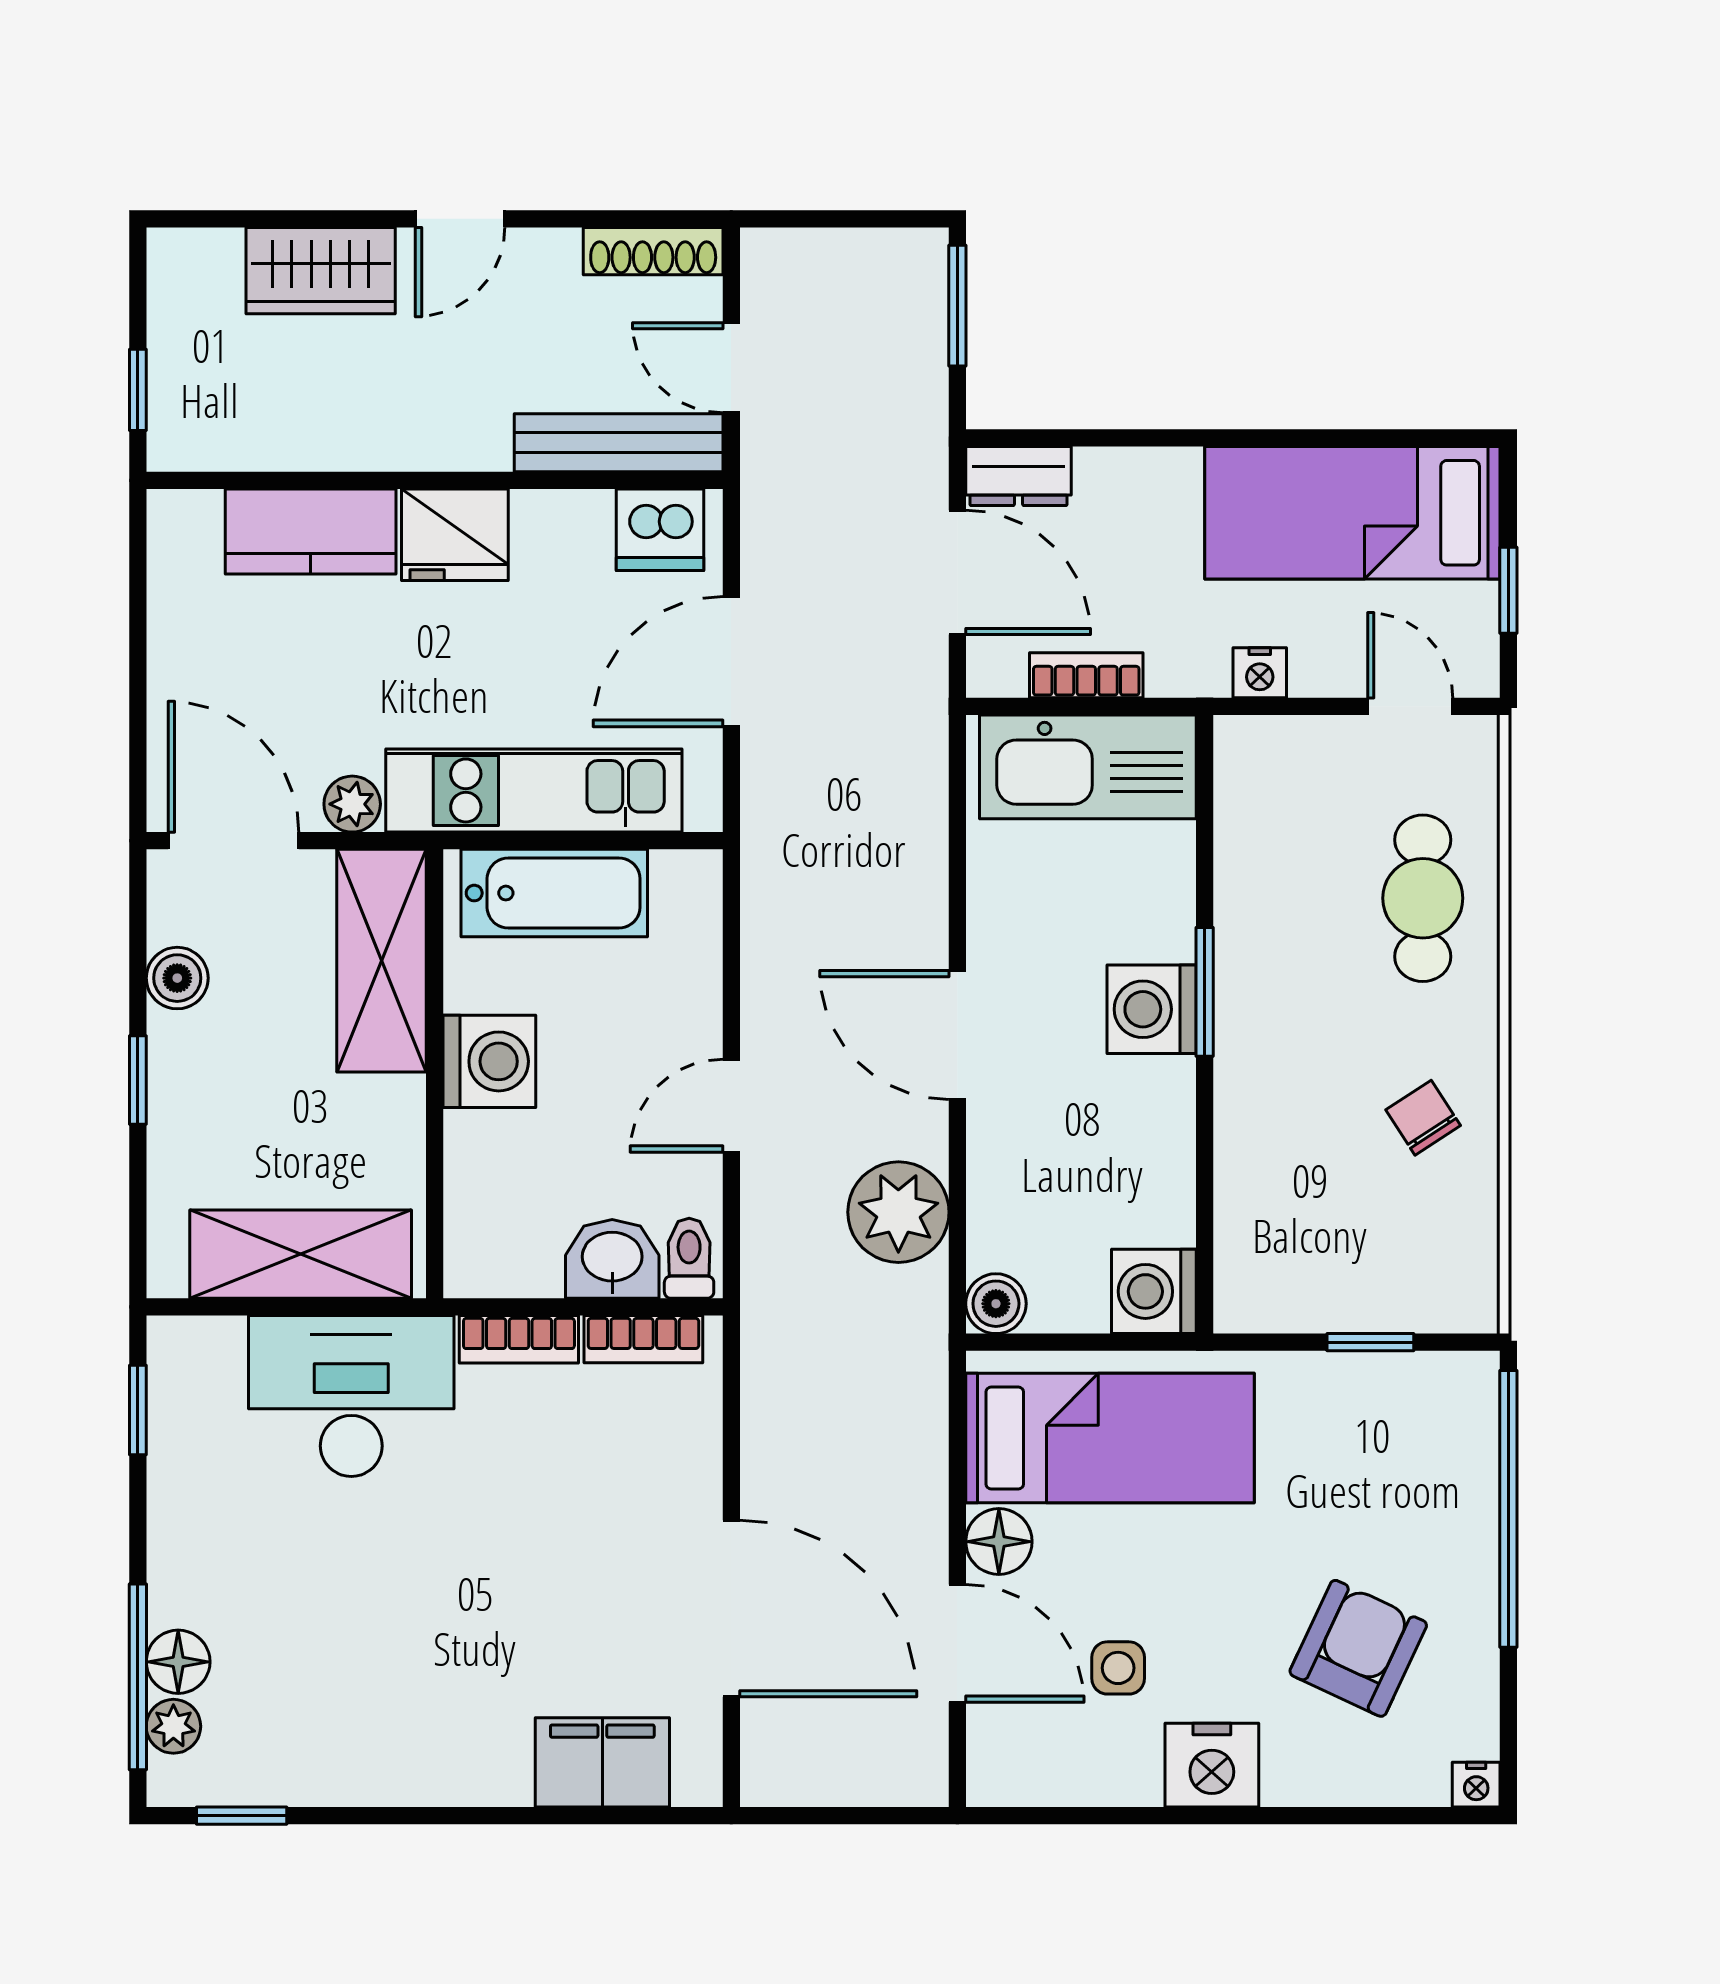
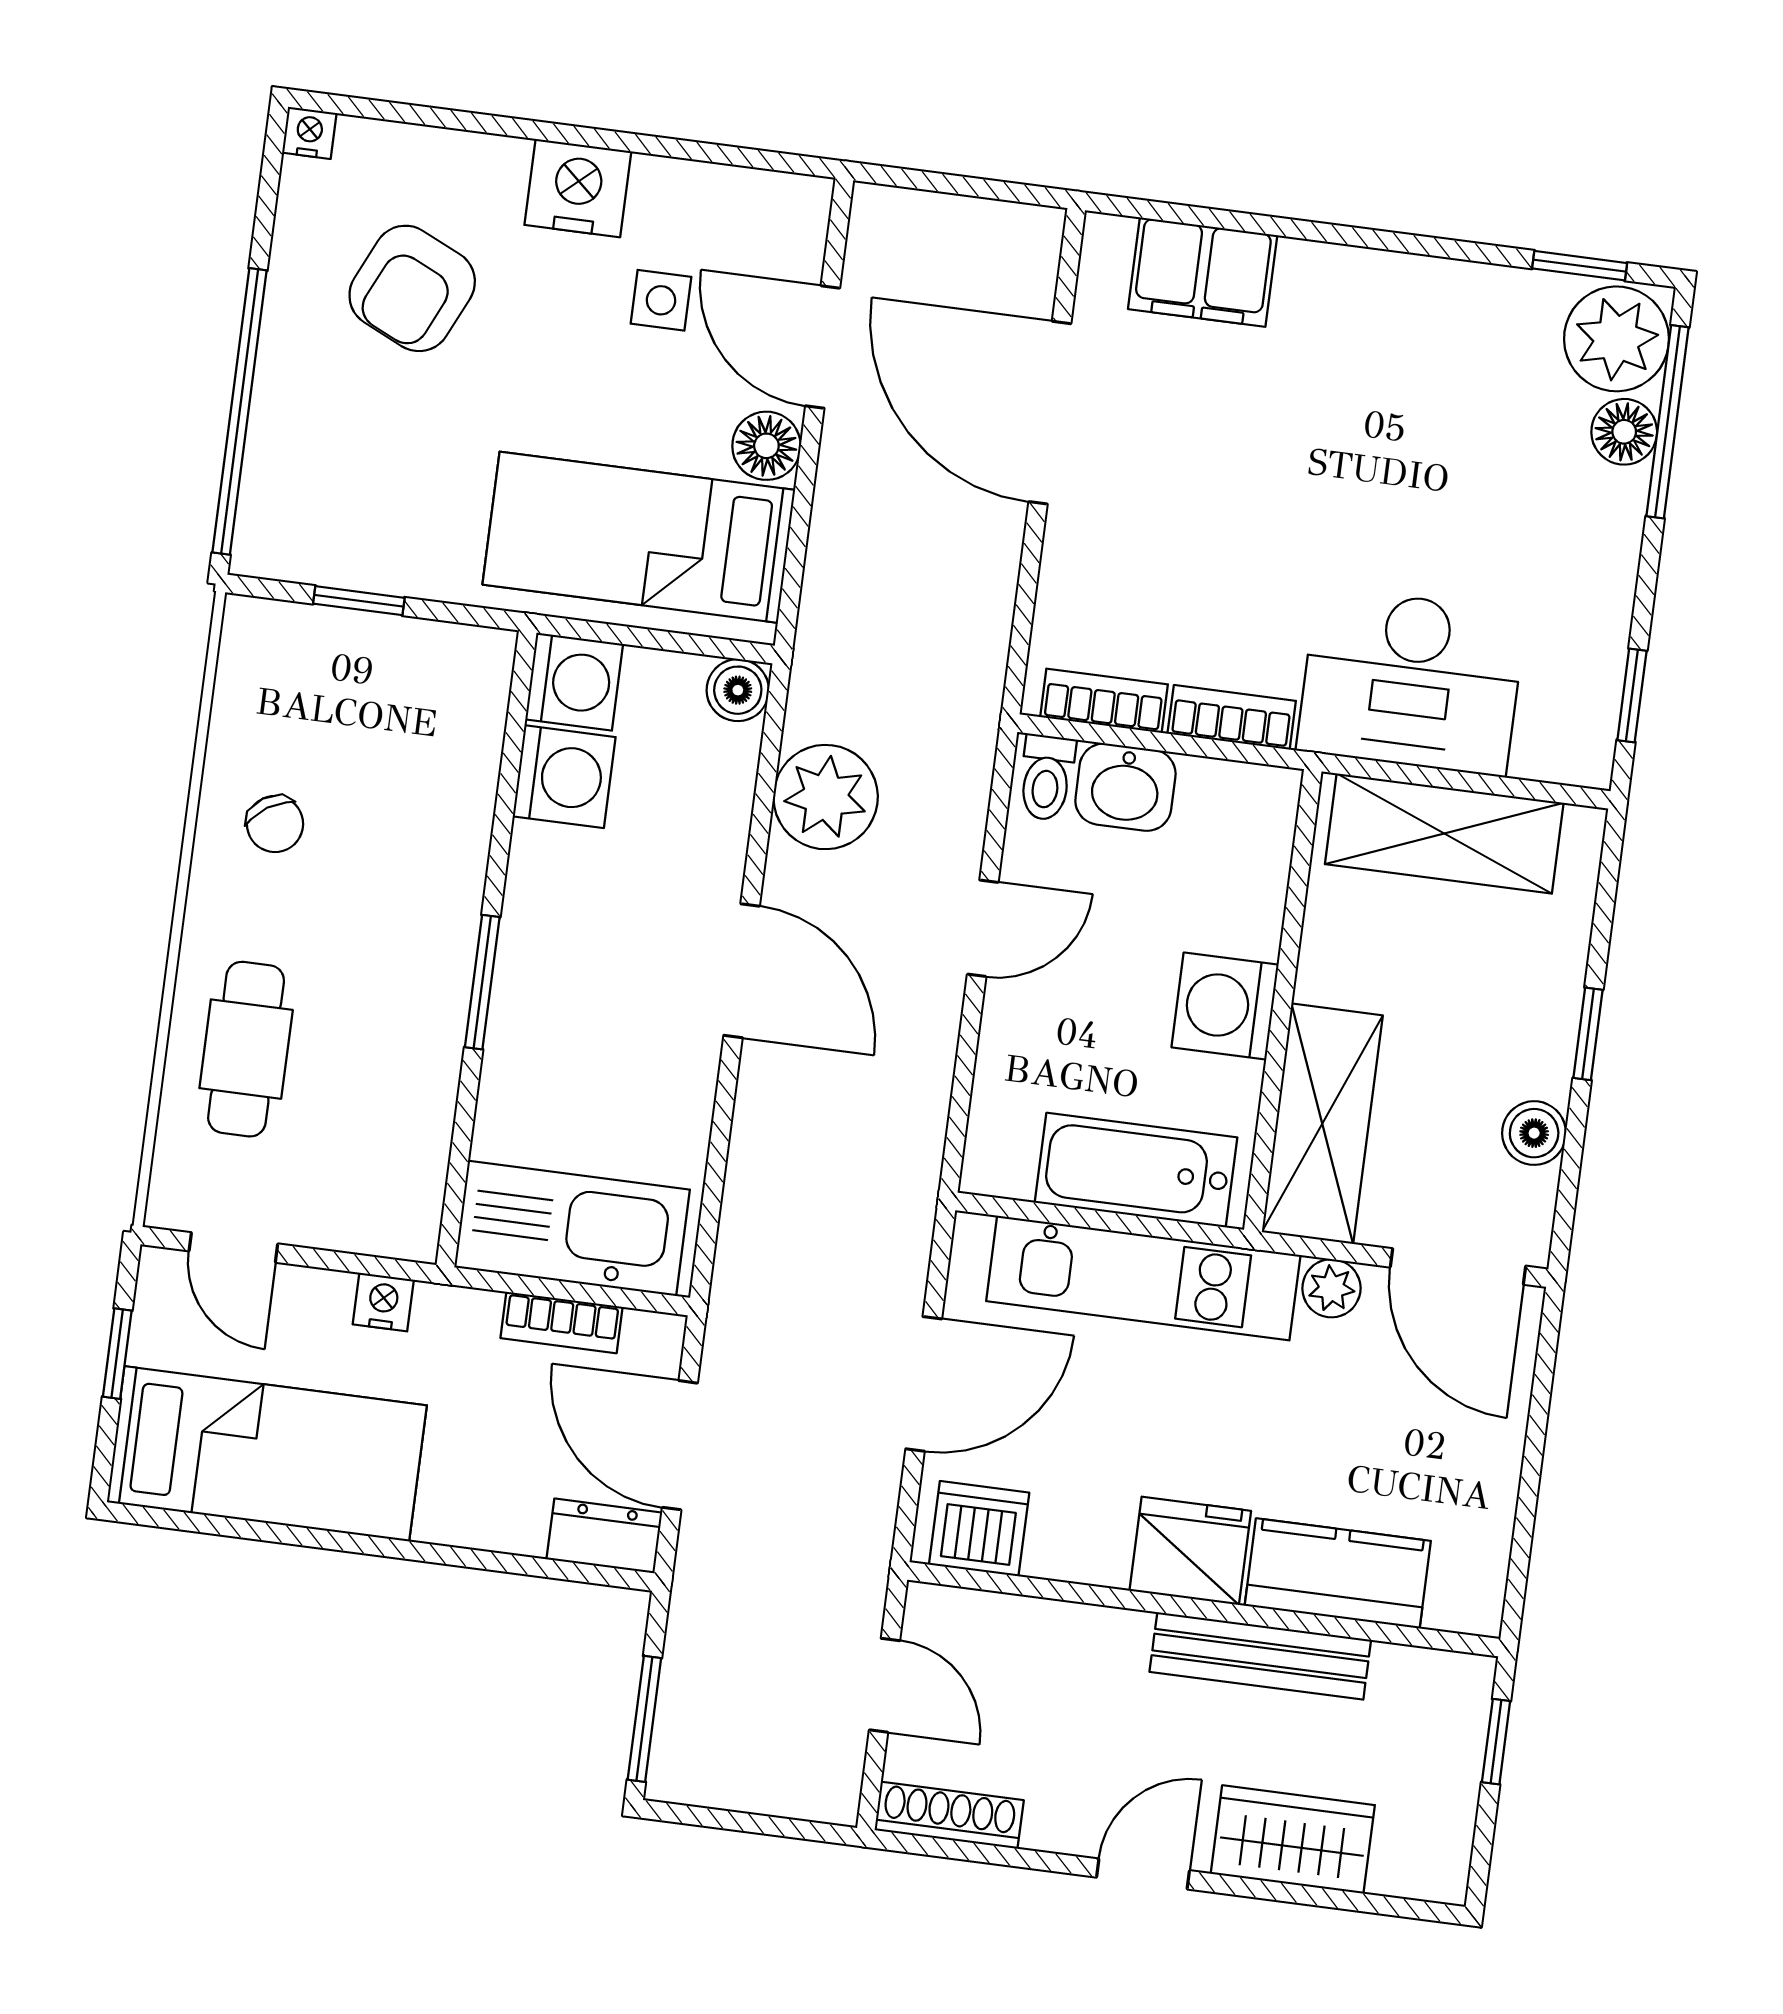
bench: (619, 443) -> (1260, 1656), moved
washing machine: (1152, 1009) -> (564, 777), moved
plant: (173, 1726) -> (1616, 339), width x1.88, depth x1.88

